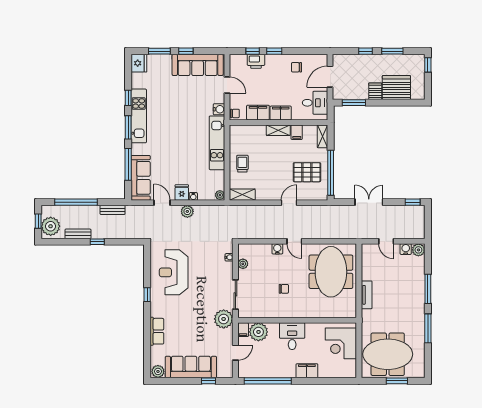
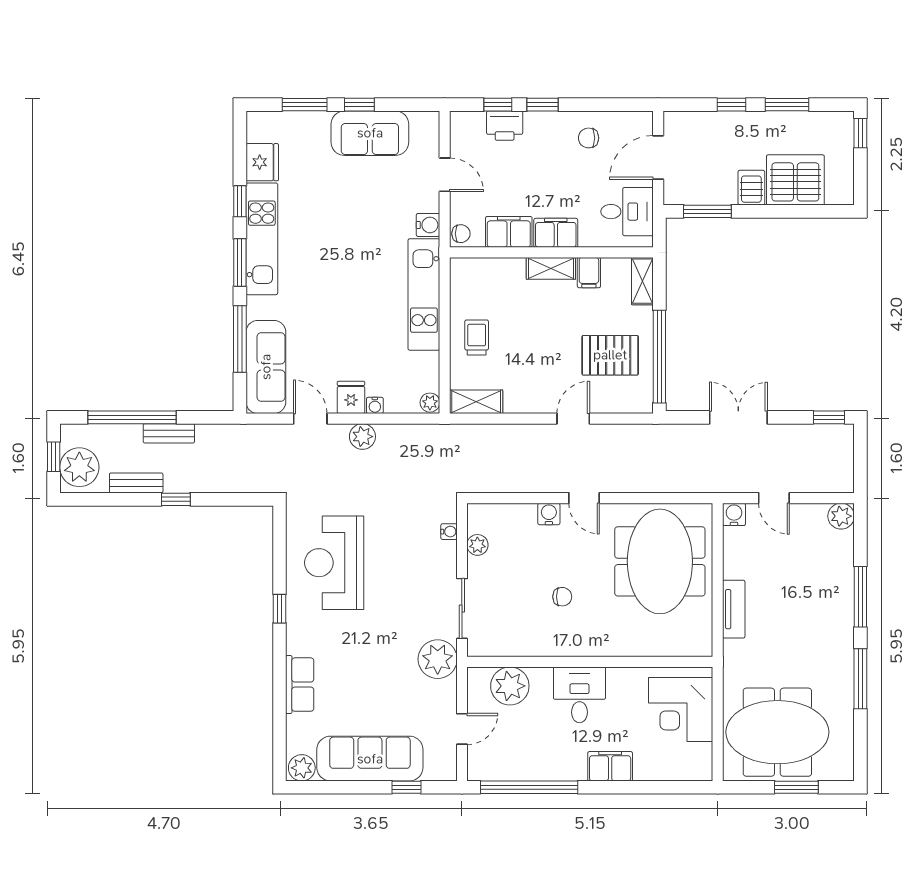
fridge: (139, 63) -> (262, 162), moved
sofa: (198, 65) -> (370, 133), width x0.73
bench: (113, 210) -> (169, 433), moved
water cooler: (406, 249) -> (734, 514), moved
filing cabinet: (243, 330) -> (478, 681), removed

